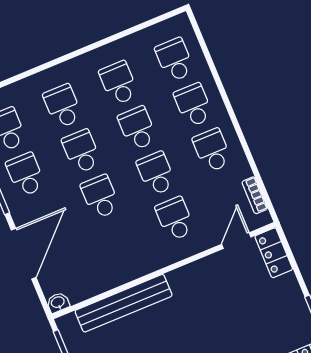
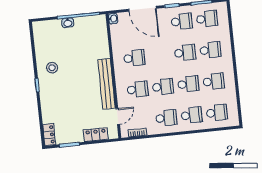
school desk: (100, 197) -> (134, 58), moved
door: (236, 241) -> (118, 117), hinge flipped
locker: (274, 253) -> (96, 135), moved
bench: (124, 303) -> (107, 84), moved

